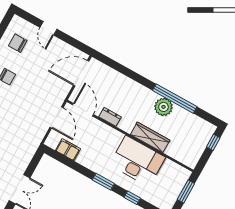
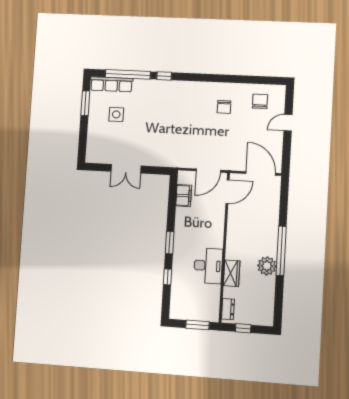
window: (175, 99) -> (281, 251), moved
dresser: (110, 117) -> (228, 309), moved
wardrobe: (150, 137) -> (232, 273), width x0.67
window: (213, 142) -> (243, 328), moved
desk: (137, 161) -> (208, 266), width x0.73, depth x0.77

